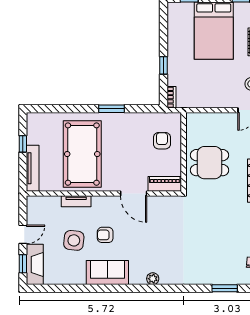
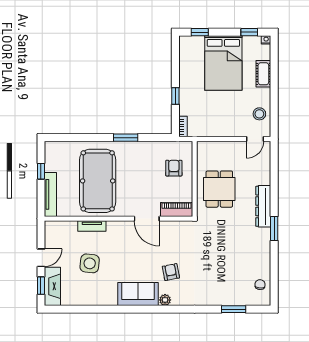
dining table: (210, 163) -> (219, 189), turned 90
armchair: (105, 235) -> (171, 272), moved, turned 79
sofa: (107, 272) -> (138, 294), moved

